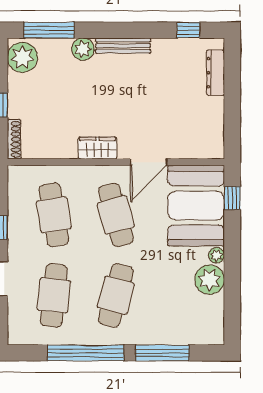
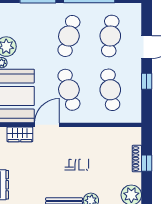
shoe rack: (14, 139) -> (137, 159), moved
wardrobe: (98, 148) -> (20, 134), moved

